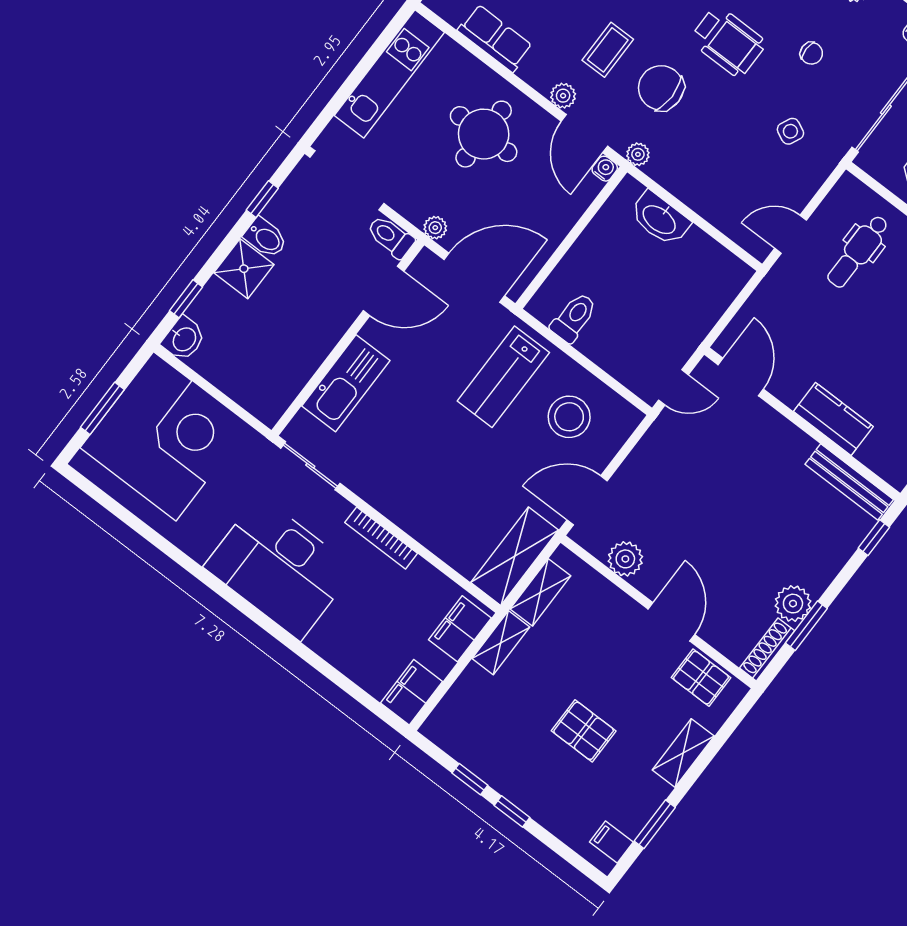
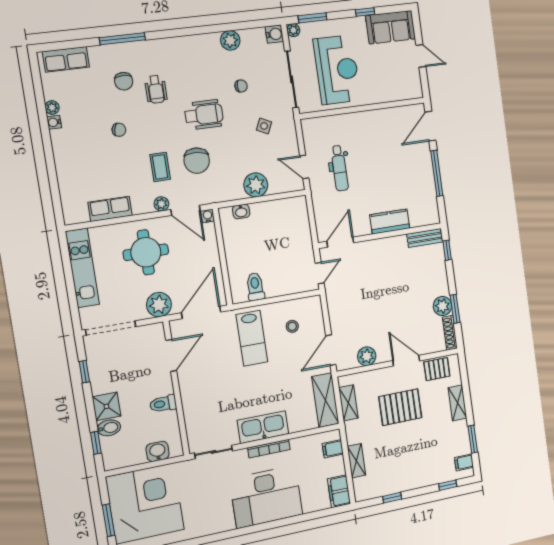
chair: (661, 88) -> (197, 161), turned -86
plant: (638, 154) -> (256, 185), moved, width x1.87, depth x1.87
washbasin: (660, 219) -> (241, 212), width x0.52, depth x0.69
plant: (435, 228) -> (159, 305), width x1.87, depth x1.87
door: (791, 234) -> (304, 167), hinge flipped
toilet: (391, 237) -> (163, 404), moved
bidet: (265, 238) -> (109, 428), moved
dental chair: (858, 251) -> (339, 168), moved
washbasin: (184, 339) -> (158, 451), moved, turned -90
door: (741, 377) -> (340, 242), hinge flipped
kitchen sink: (346, 383) -> (263, 427), moved, turned -90
stool: (569, 417) -> (292, 326), width x0.53, depth x0.53
bench: (849, 482) -> (425, 238), width x0.73
desk: (280, 568) -> (266, 497), moved
filing cabinet: (460, 629) -> (333, 449), width x0.50
shelving: (501, 643) -> (356, 461), moved
pallet: (584, 731) -> (400, 407), moved, width x1.50, depth x1.42
window: (512, 811) -> (448, 485), moved

